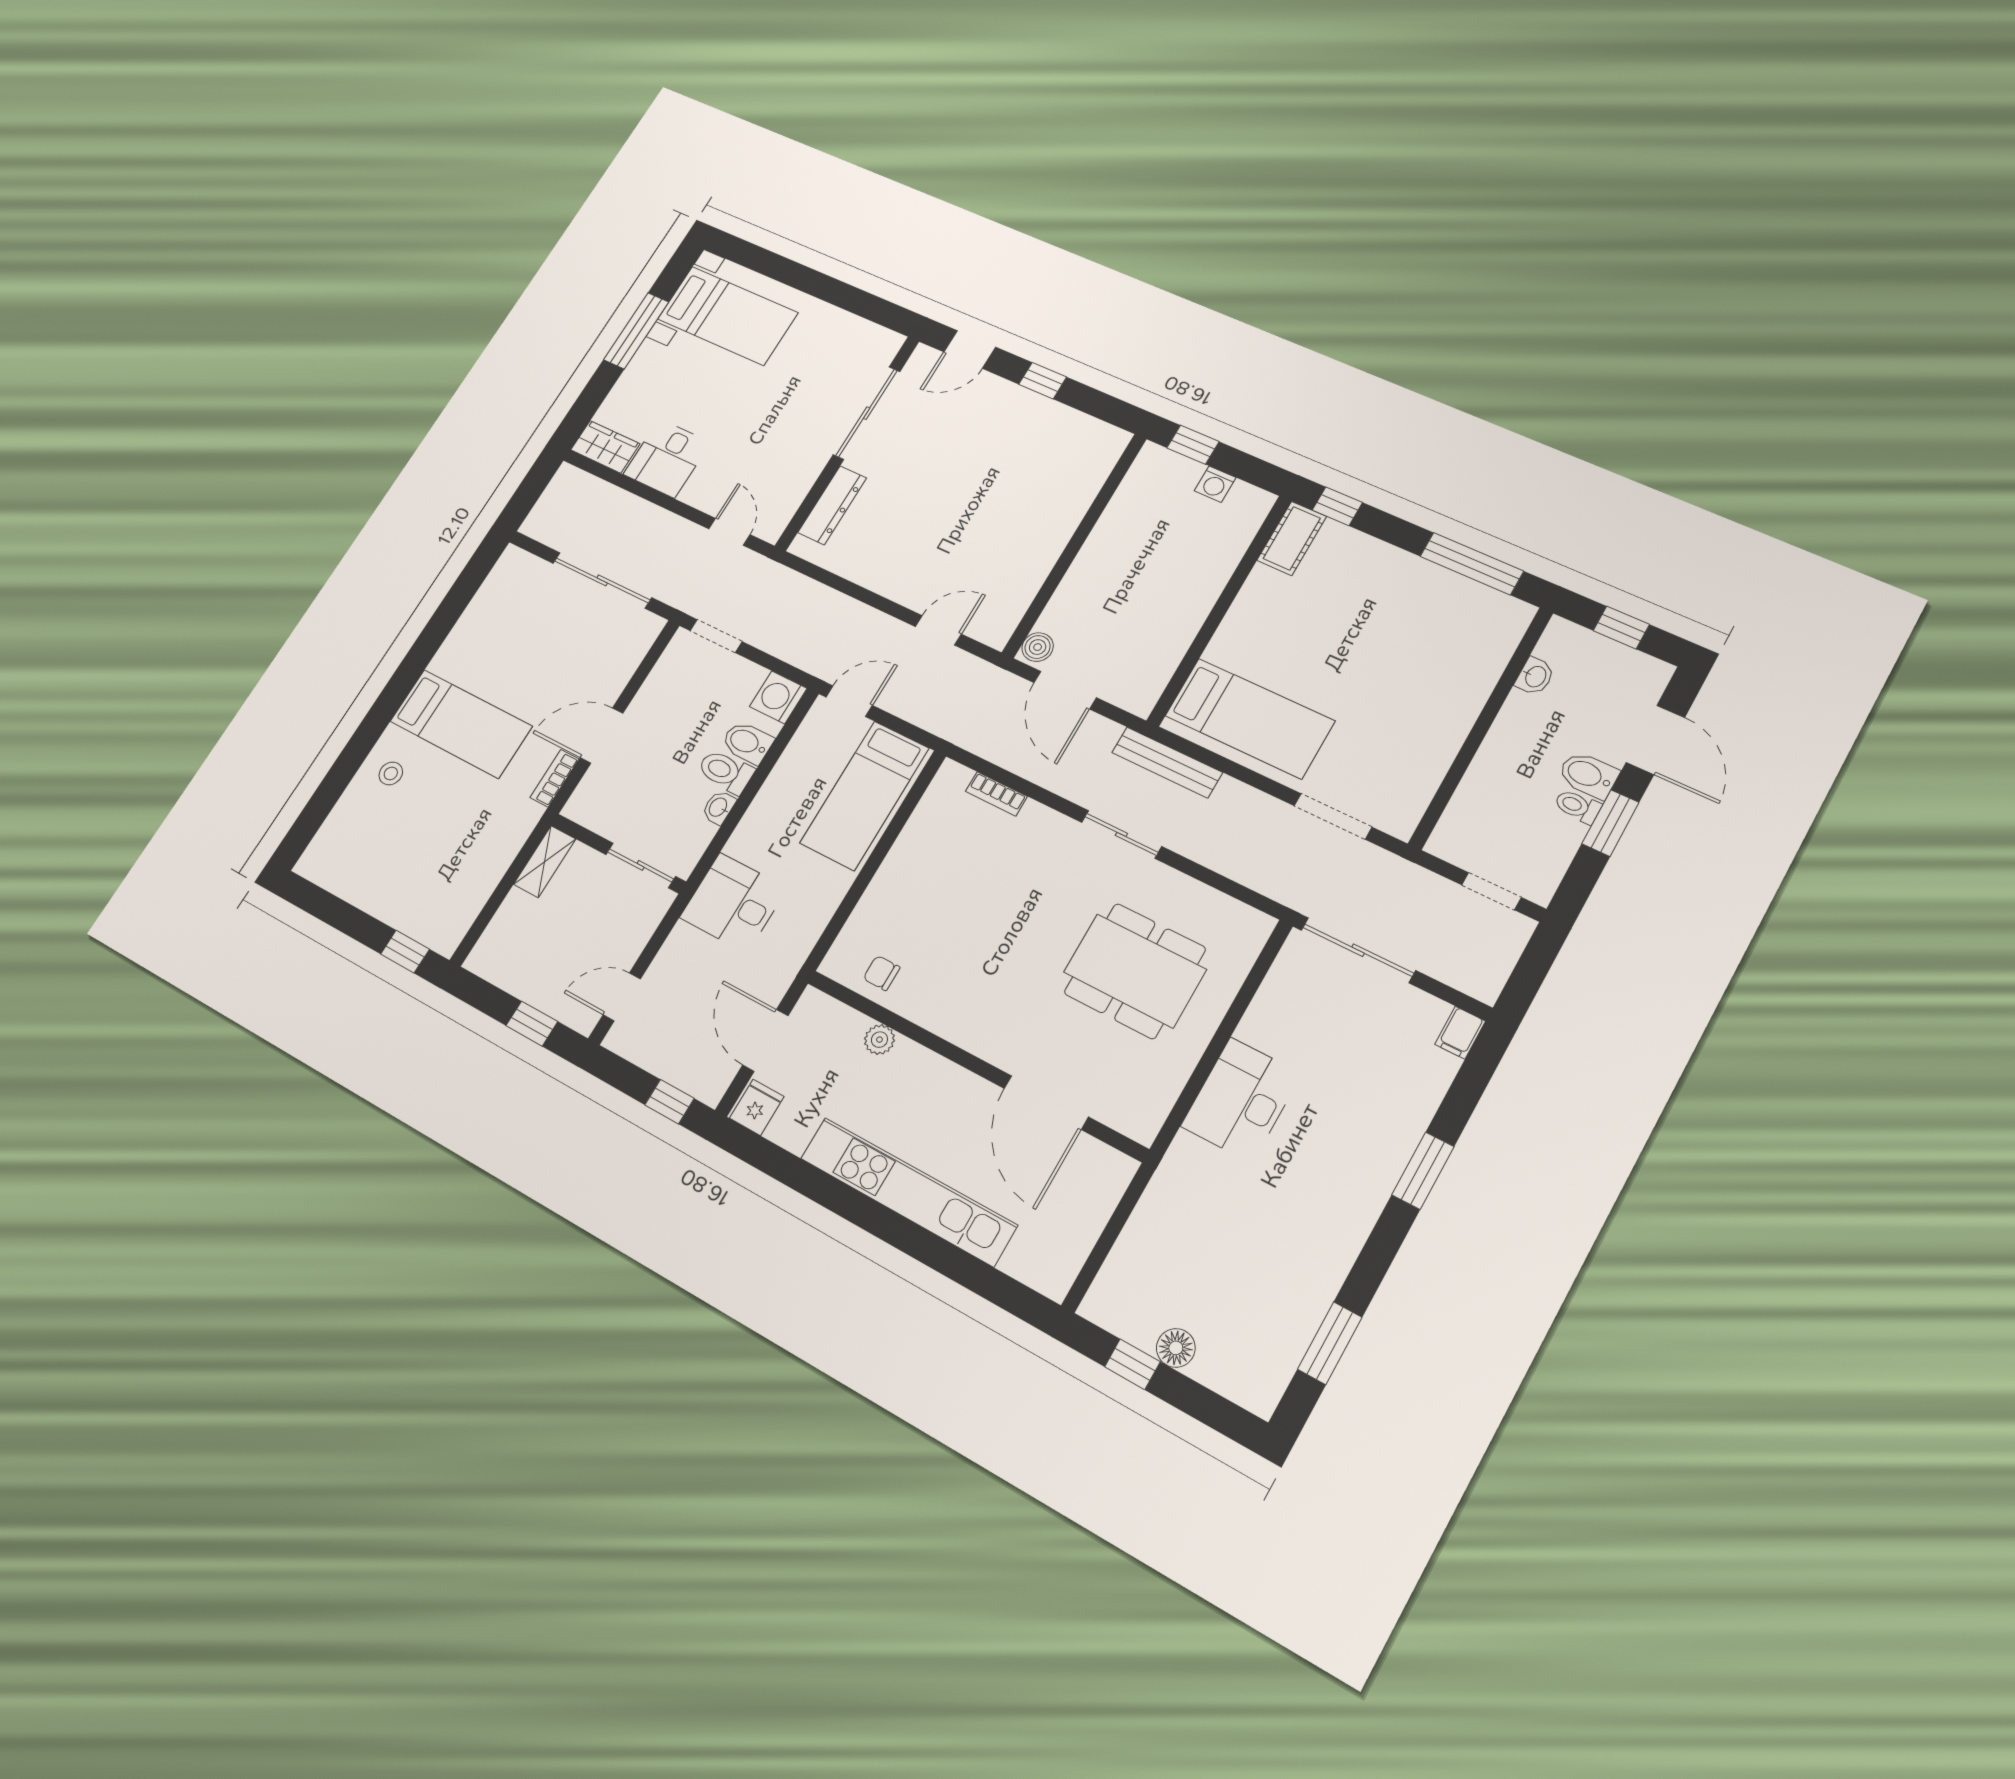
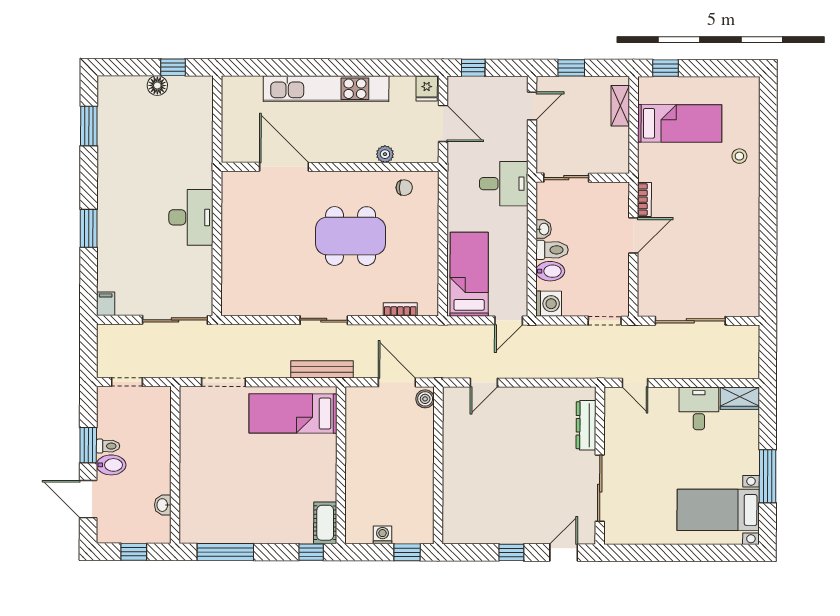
bed: (461, 724) -> (680, 123), moved, turned 180
shelving: (545, 862) -> (620, 106), moved
dining table: (1135, 971) -> (351, 236), moved

